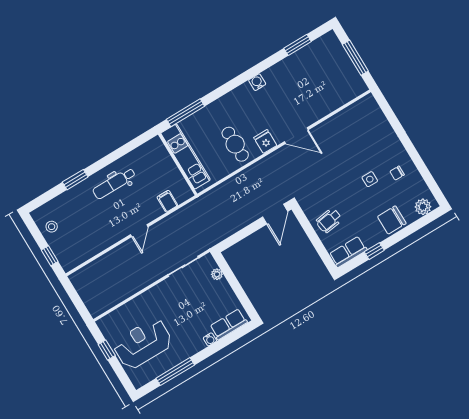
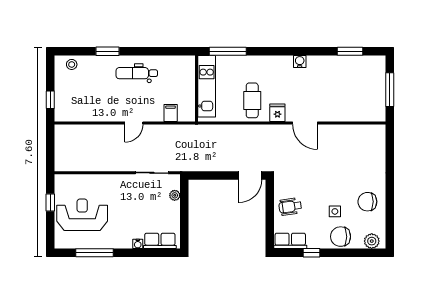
chair: (397, 173) -> (367, 202), width x1.87, depth x1.87
side table: (370, 179) -> (335, 211), moved
stool: (52, 227) -> (72, 64), moved

